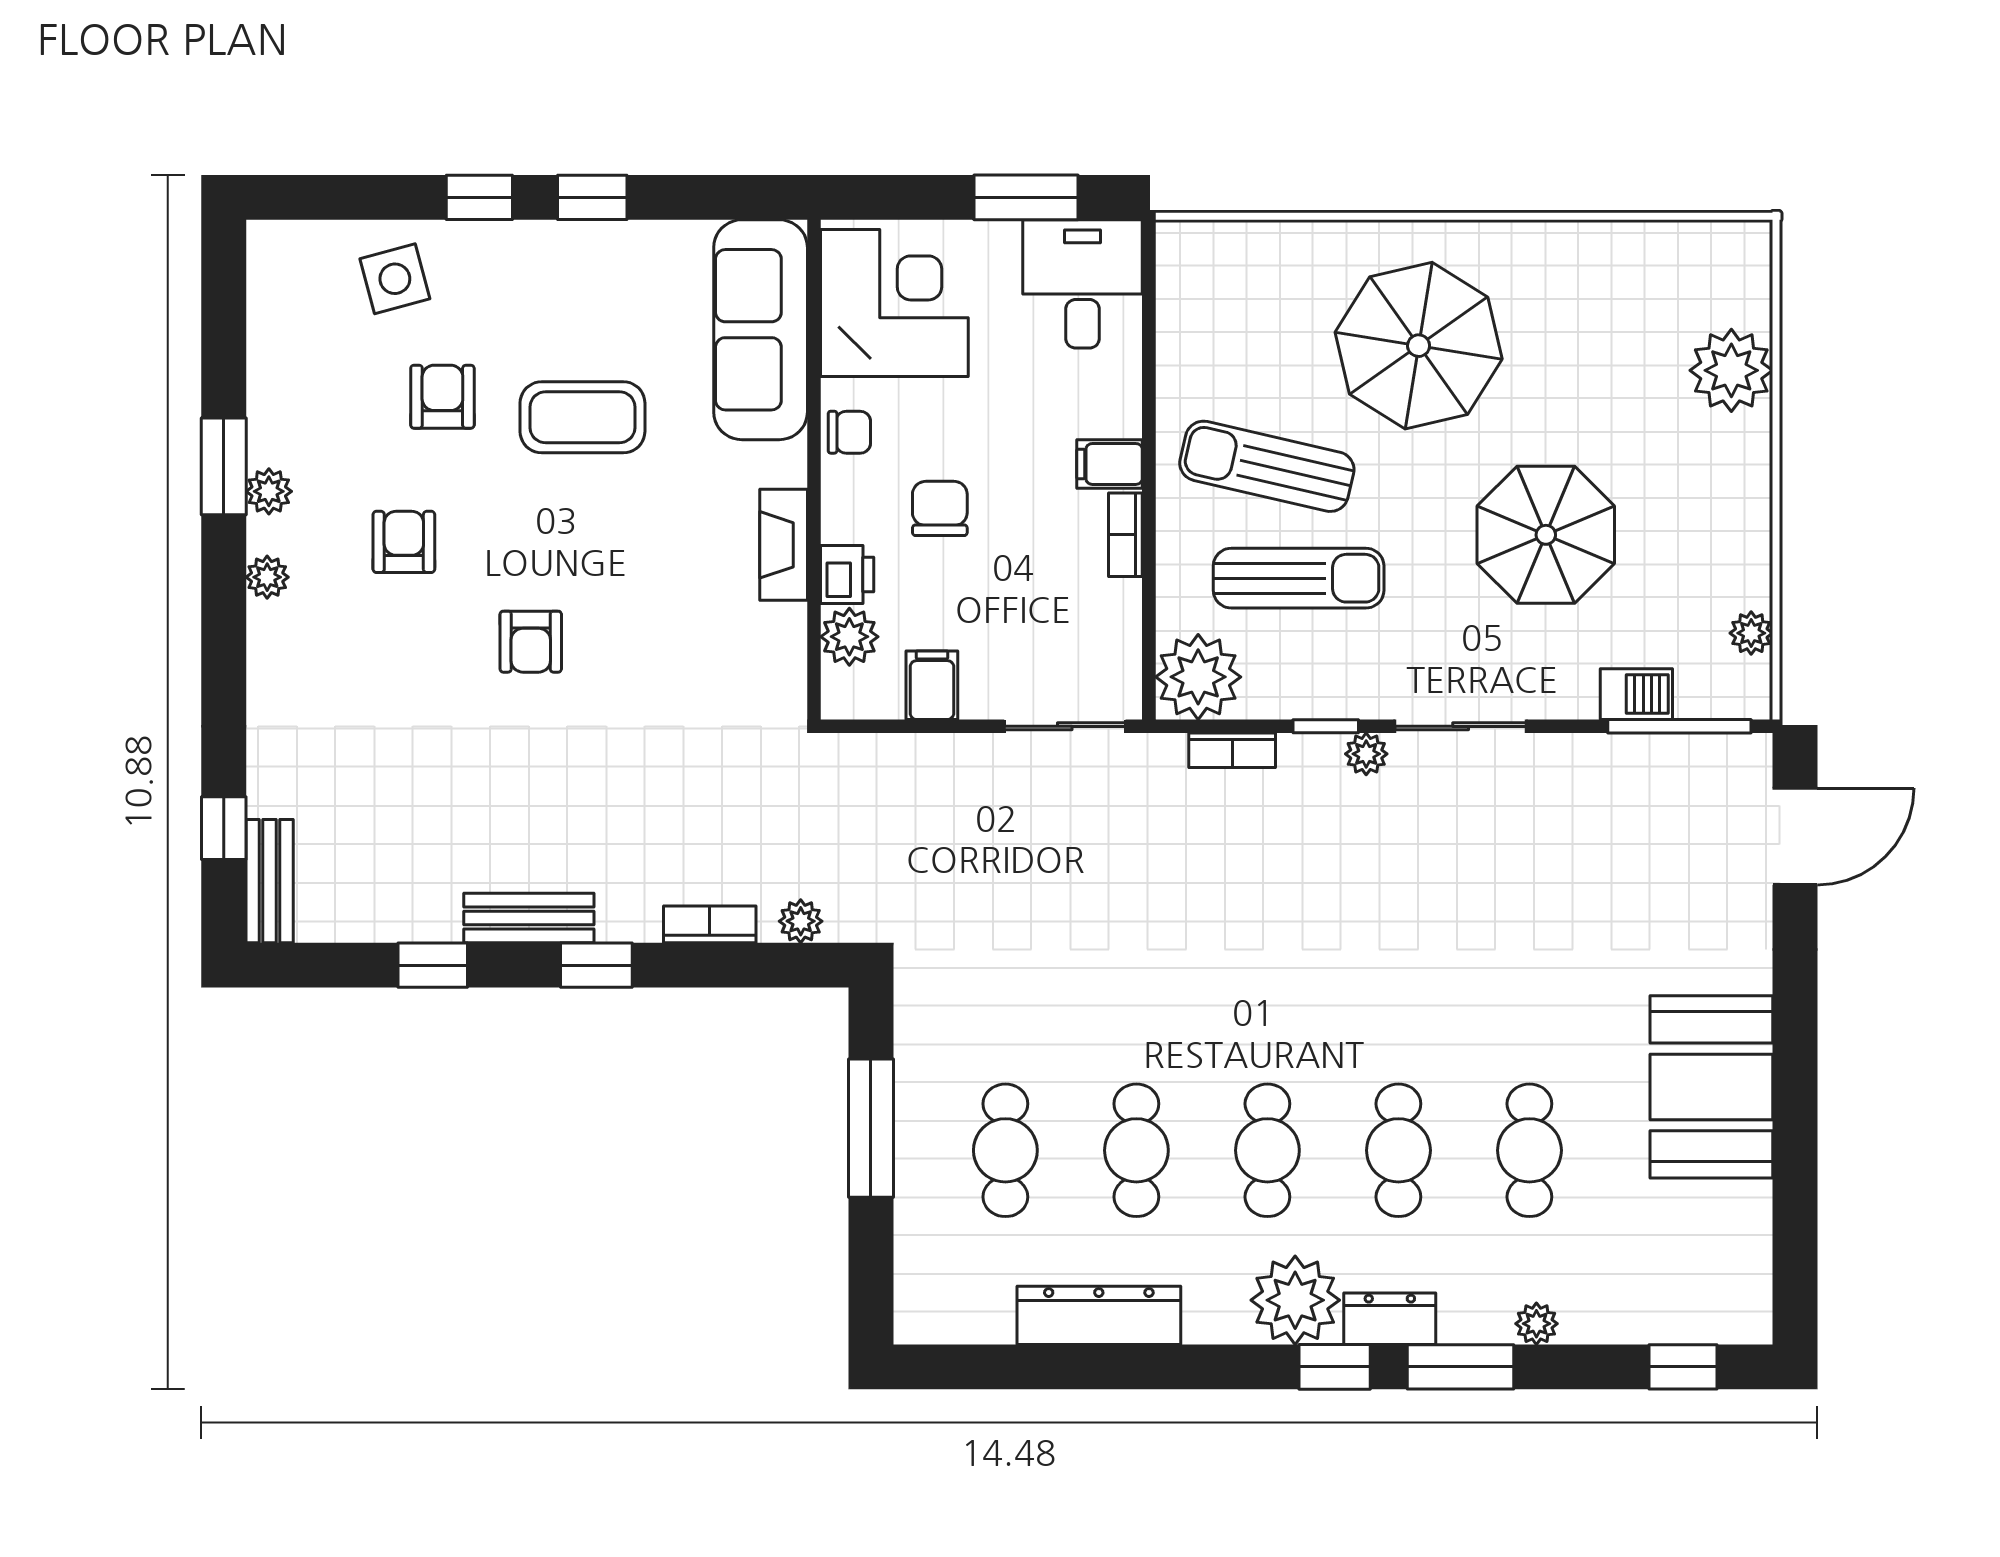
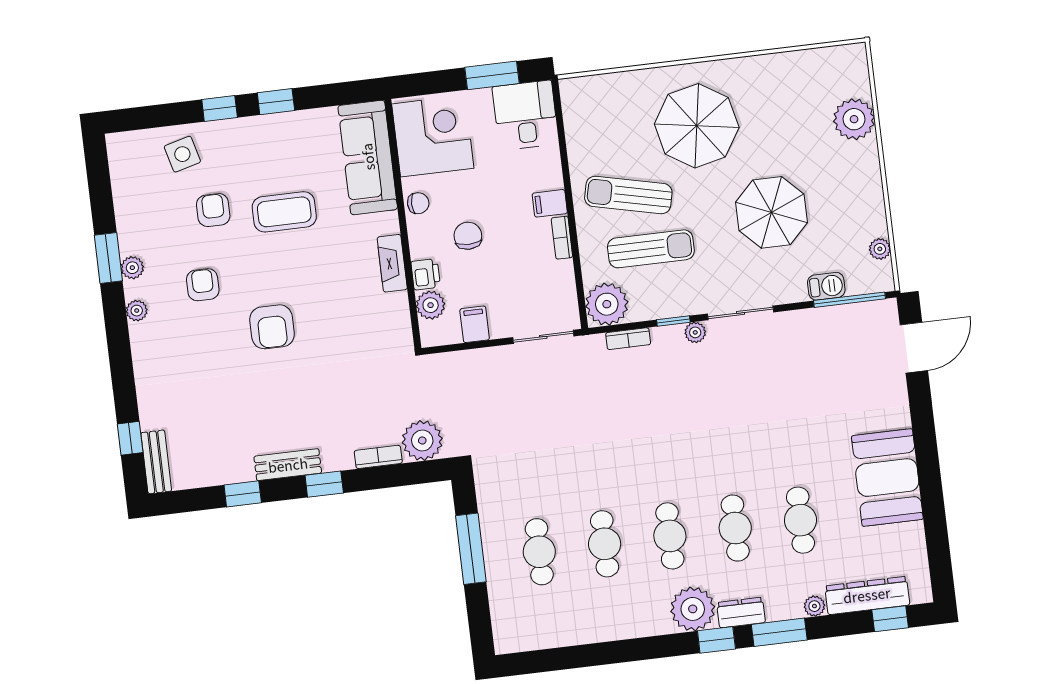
armchair: (531, 642) -> (272, 327), width x1.38, depth x1.38
plant: (801, 921) -> (422, 441), width x1.88, depth x1.88
dresser: (1099, 1315) -> (867, 595), moved

